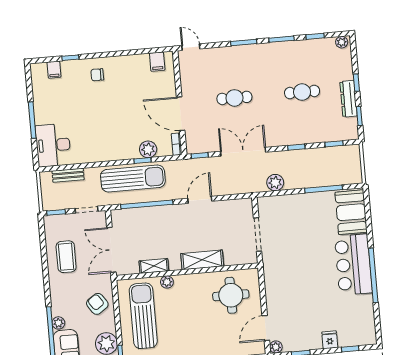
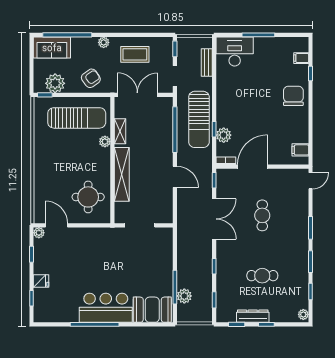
chair: (97, 75) -> (293, 96), width x1.87, depth x1.87
cafe table: (302, 92) -> (262, 276), turned 90
plant: (275, 183) -> (184, 296), moved
shelving: (202, 260) -> (122, 174), width x1.47
plant: (58, 323) -> (104, 42), moved

